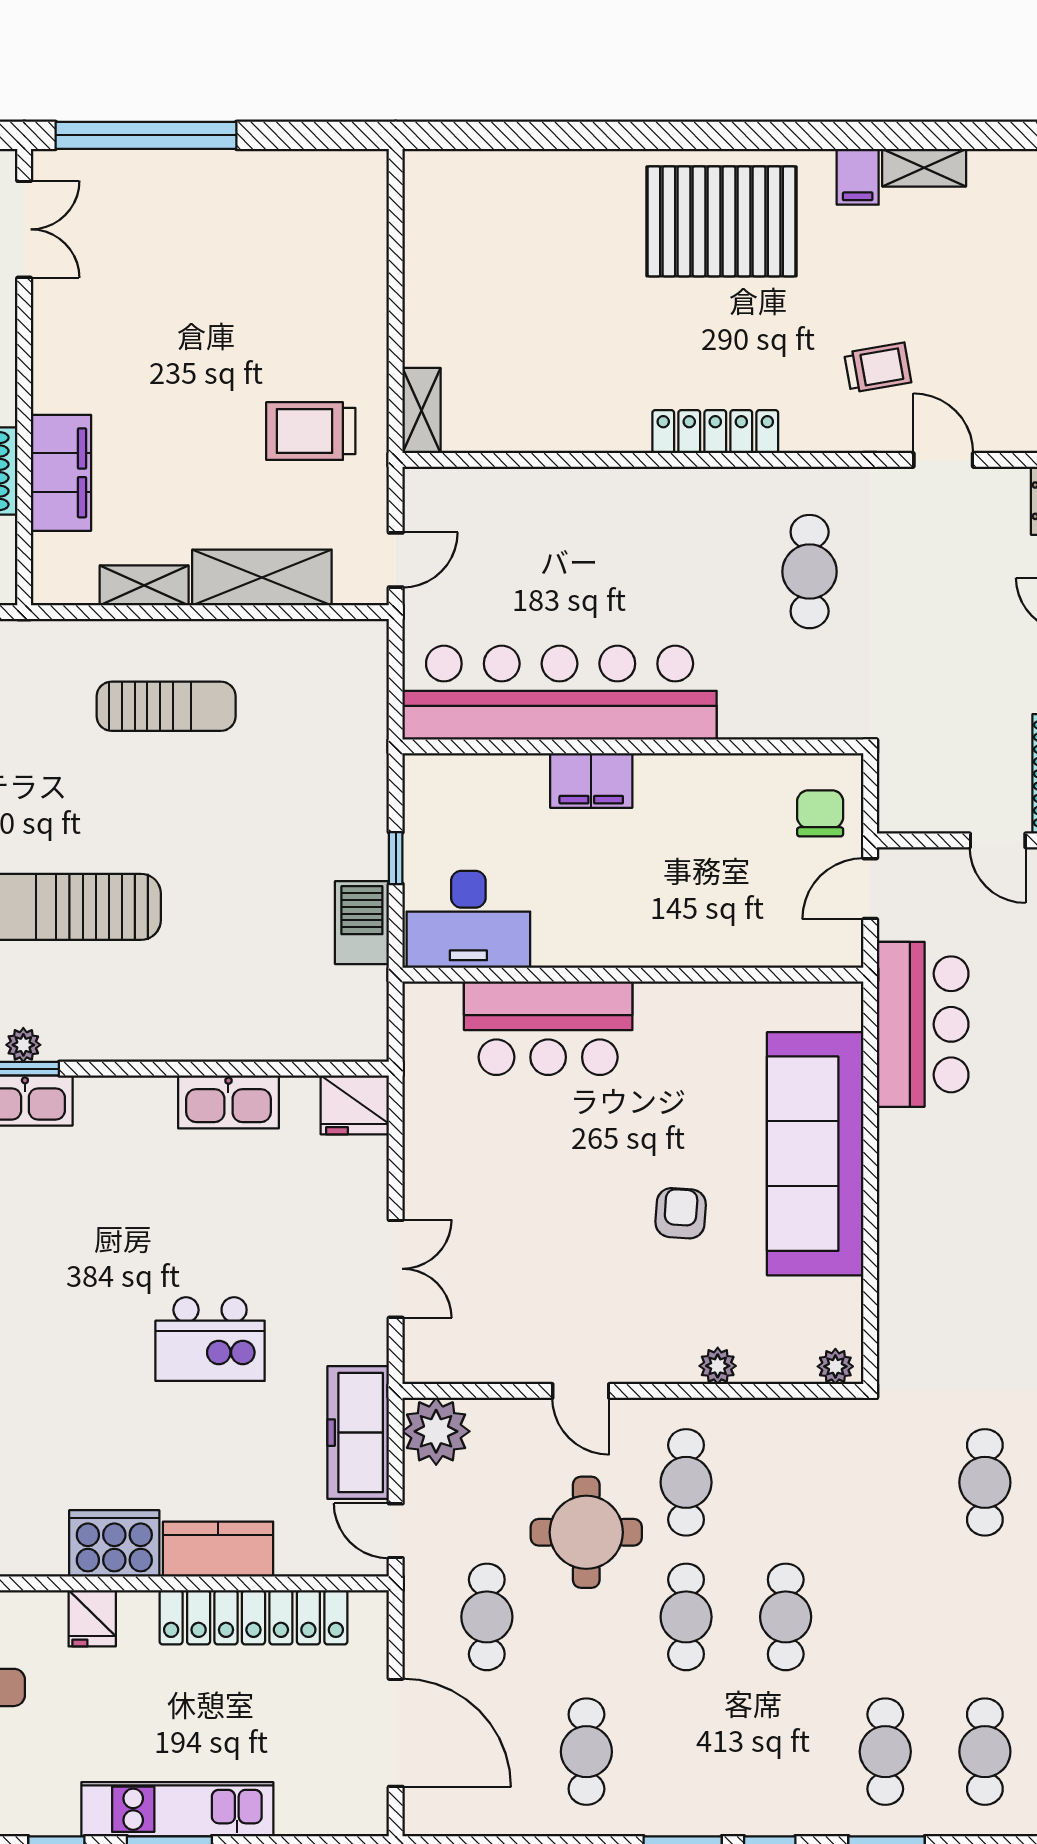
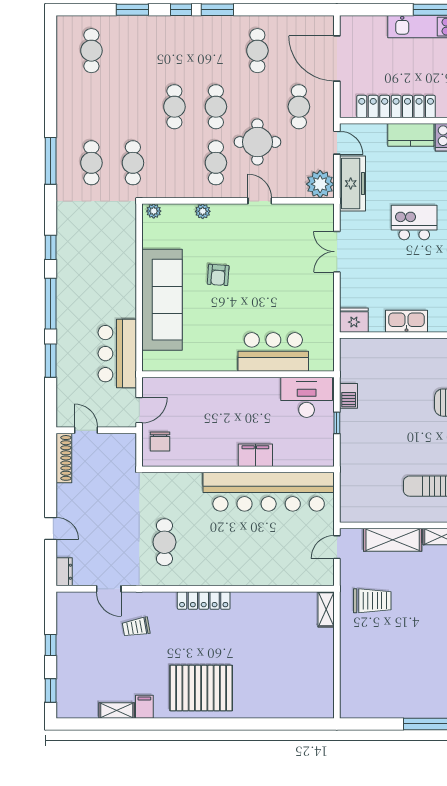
barbecue: (362, 923) -> (349, 396), width x0.73, depth x0.79
cafe table: (885, 1752) -> (133, 163), moved

